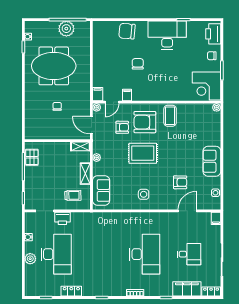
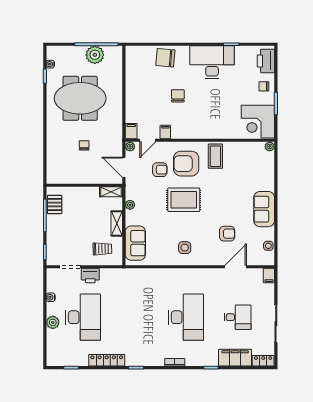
locker: (71, 291) -> (107, 360), width x1.53

